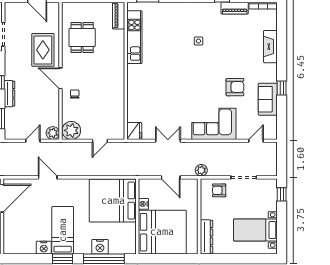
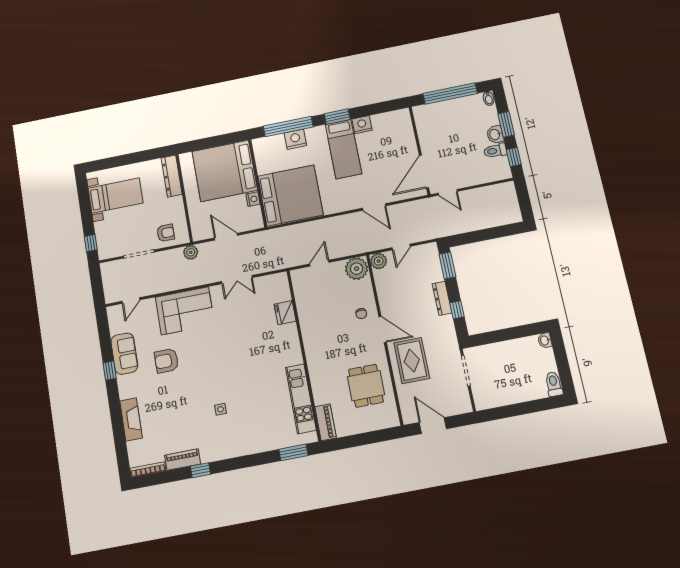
fridge: (134, 131) -> (285, 313), moved

